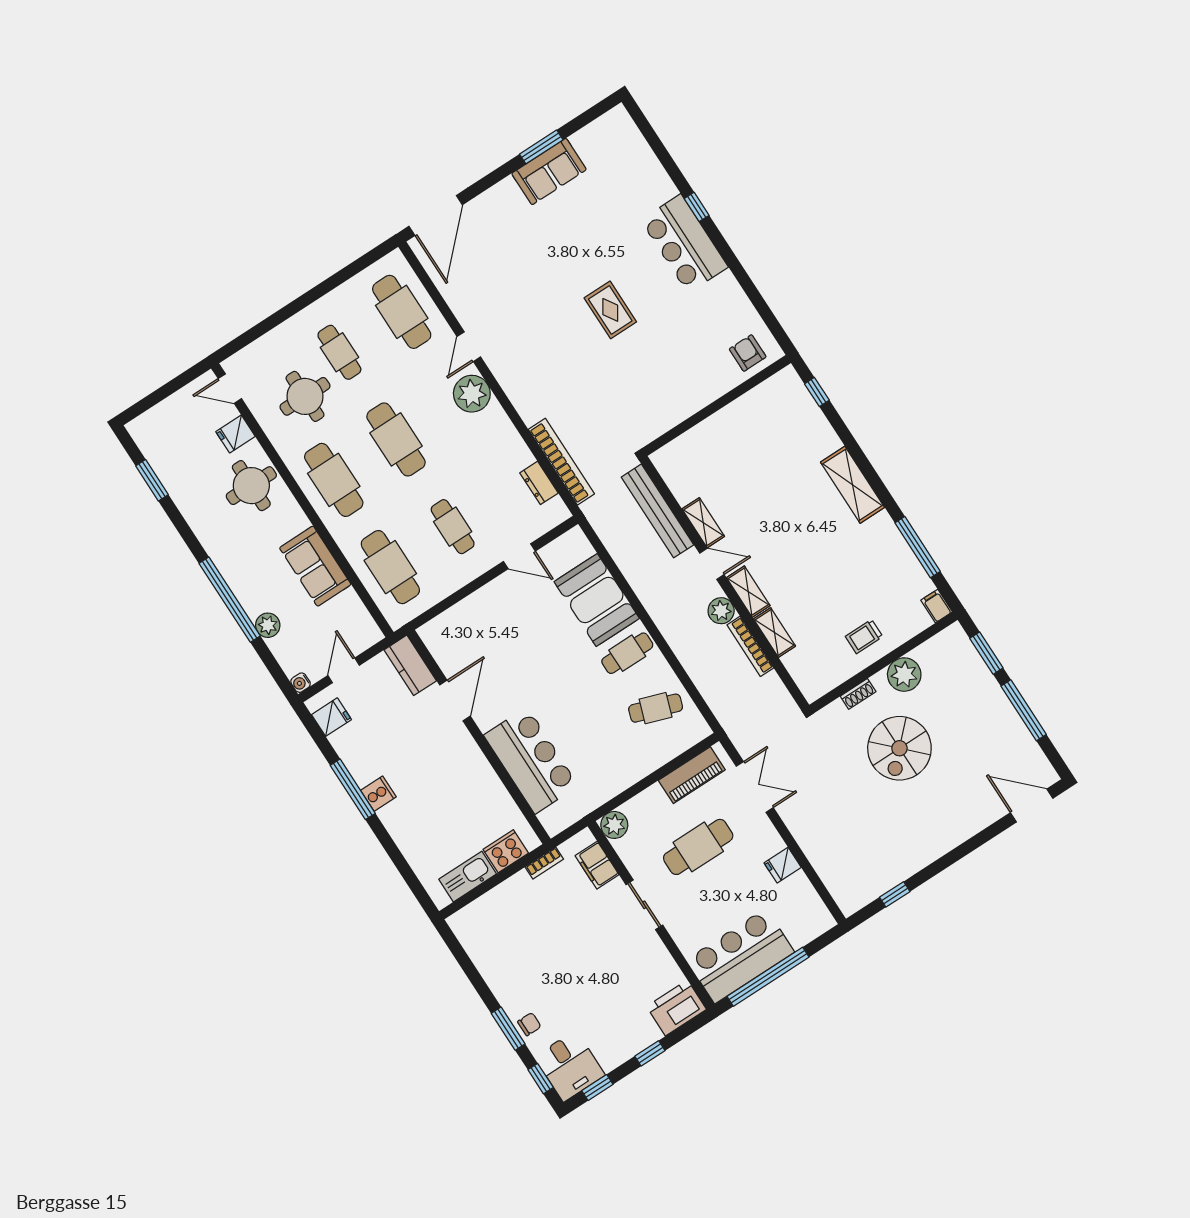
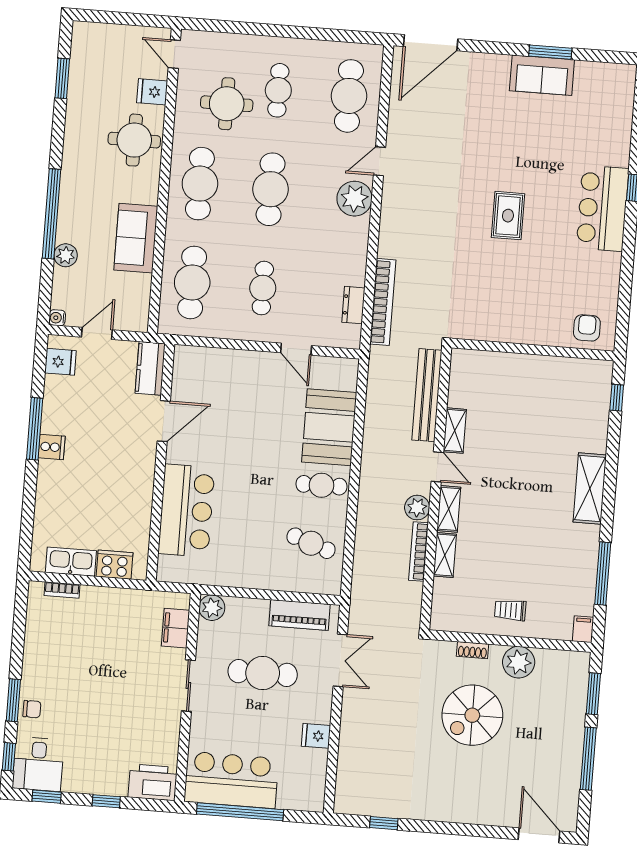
bookcase: (544, 863) -> (62, 590), moved

